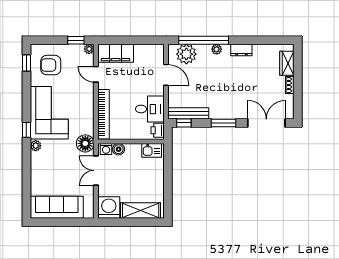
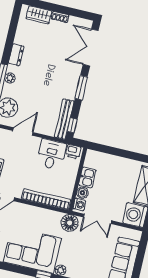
kitchen sink: (152, 150) -> (87, 177), moved

